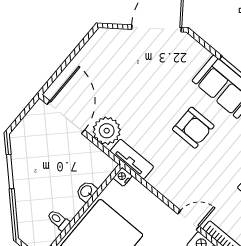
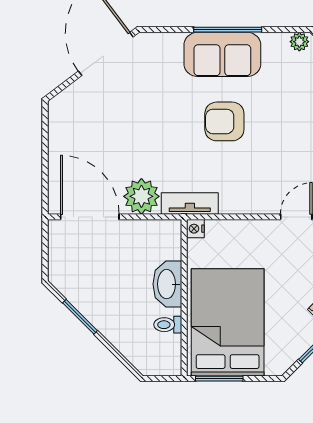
armchair: (193, 128) -> (224, 121), turned 180
washbasin: (86, 191) -> (167, 284), width x1.91, depth x1.45

